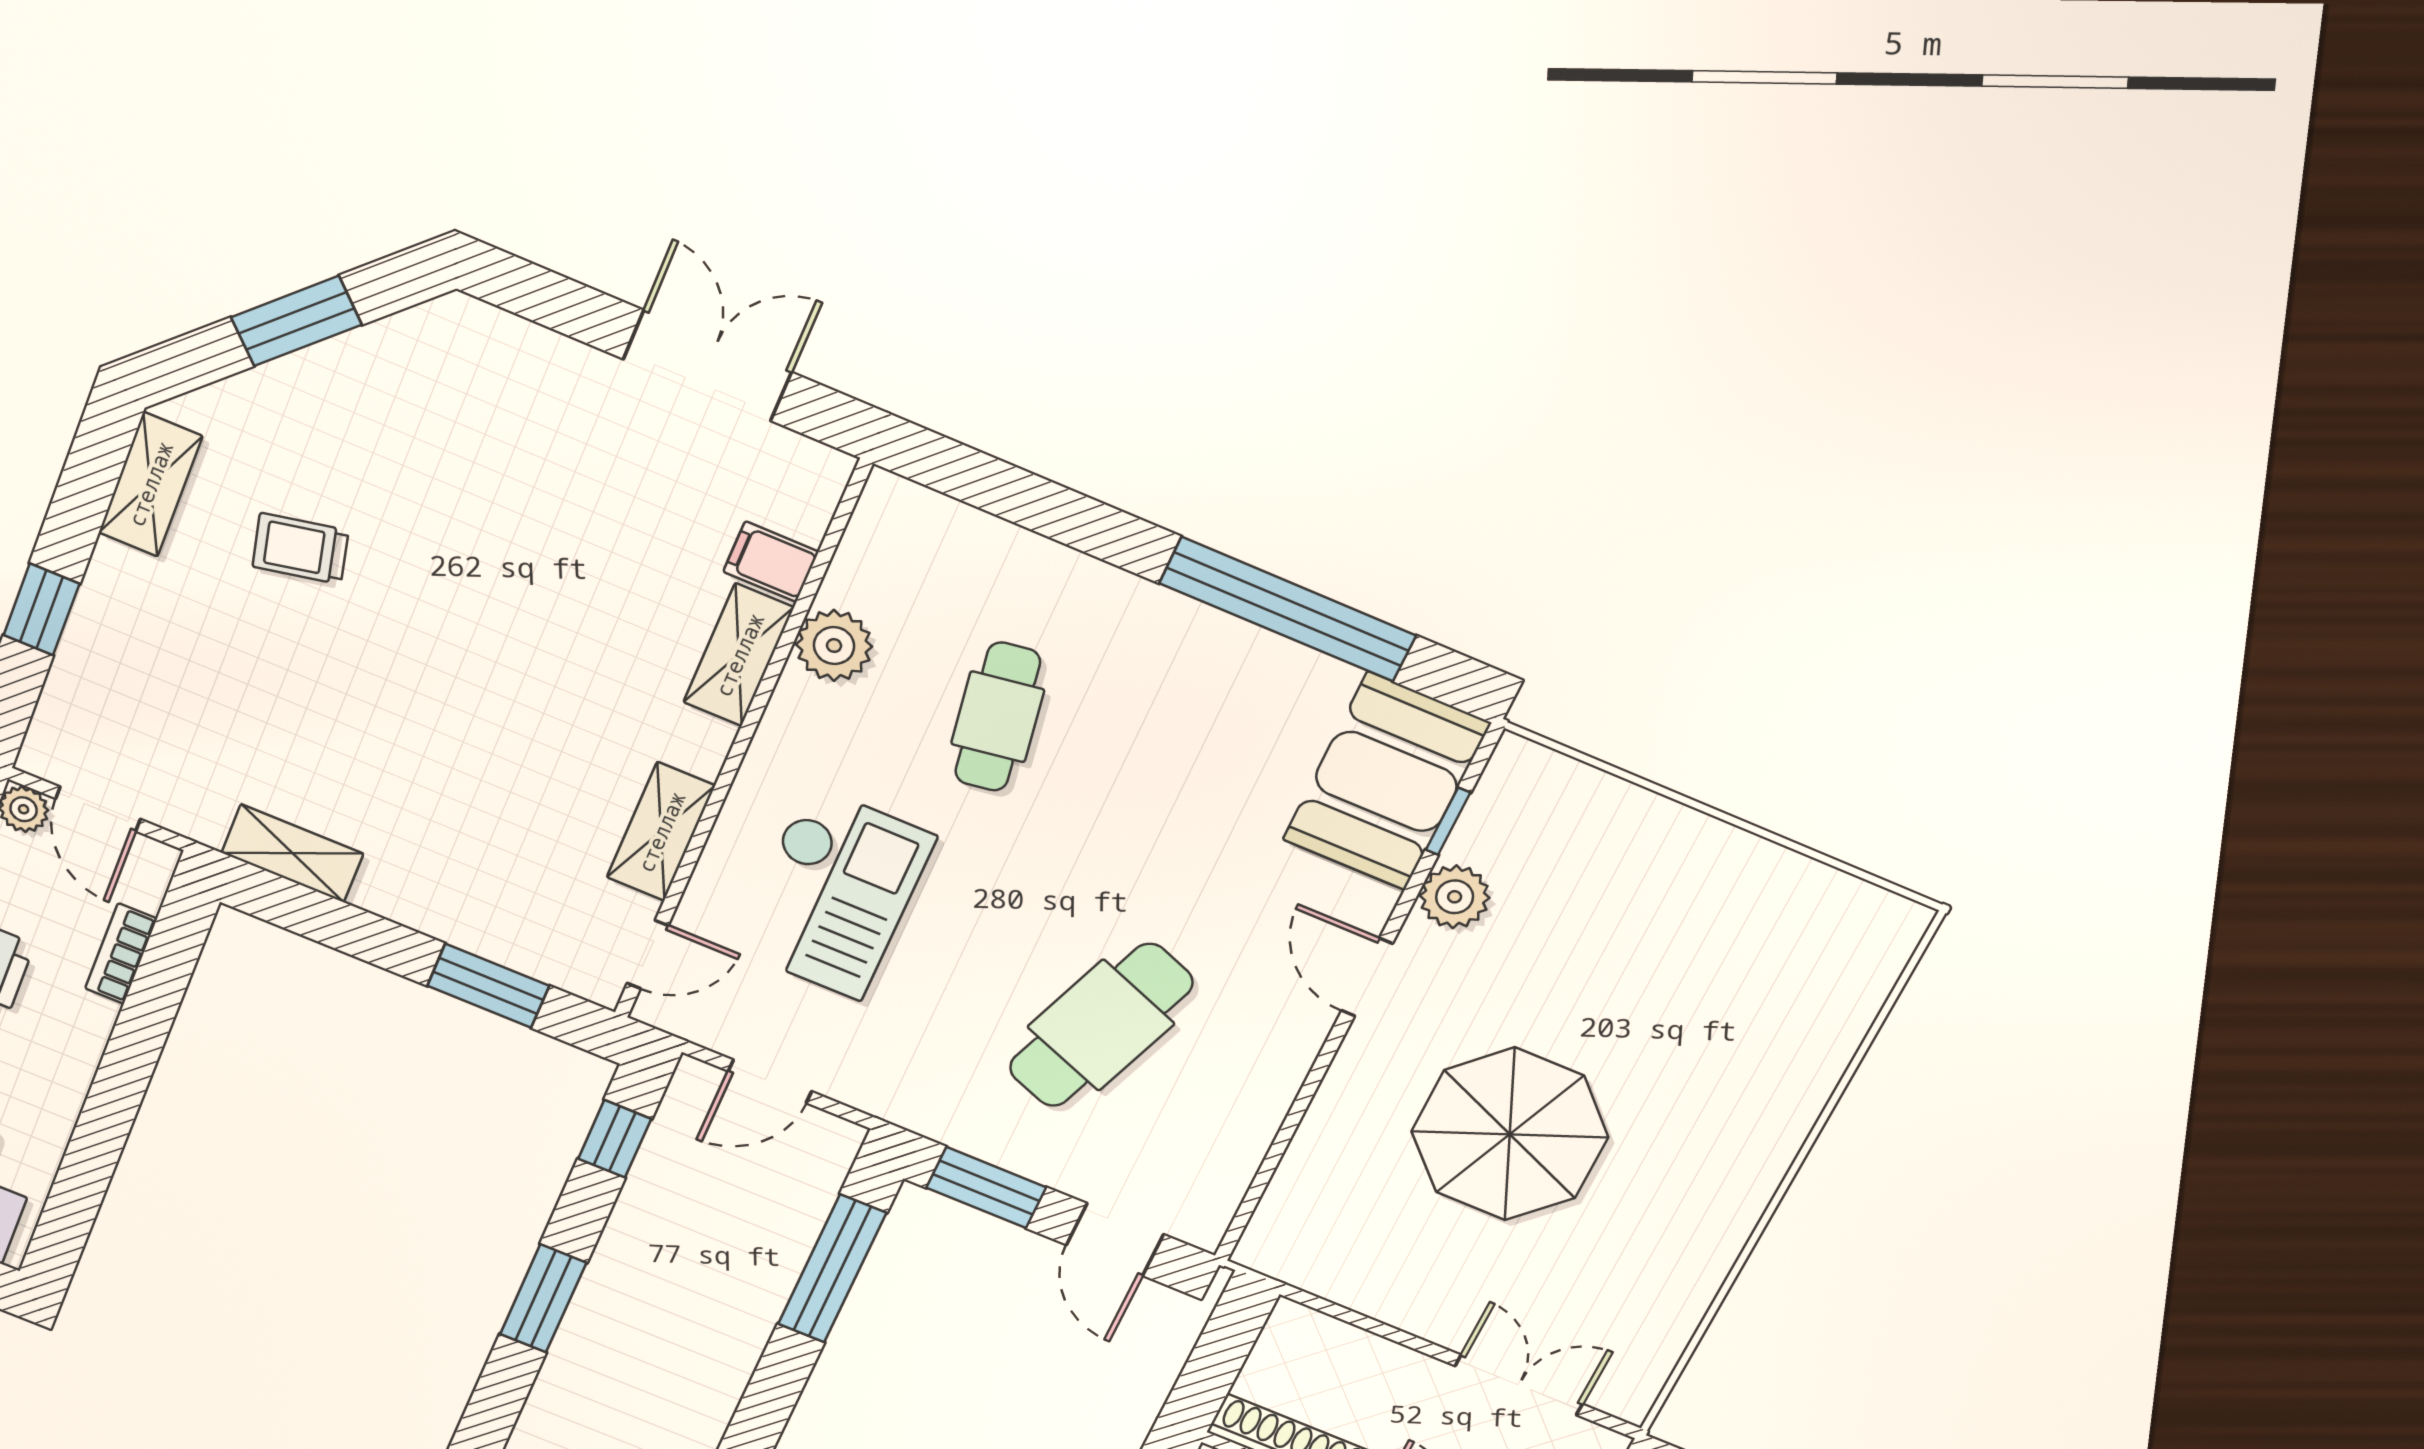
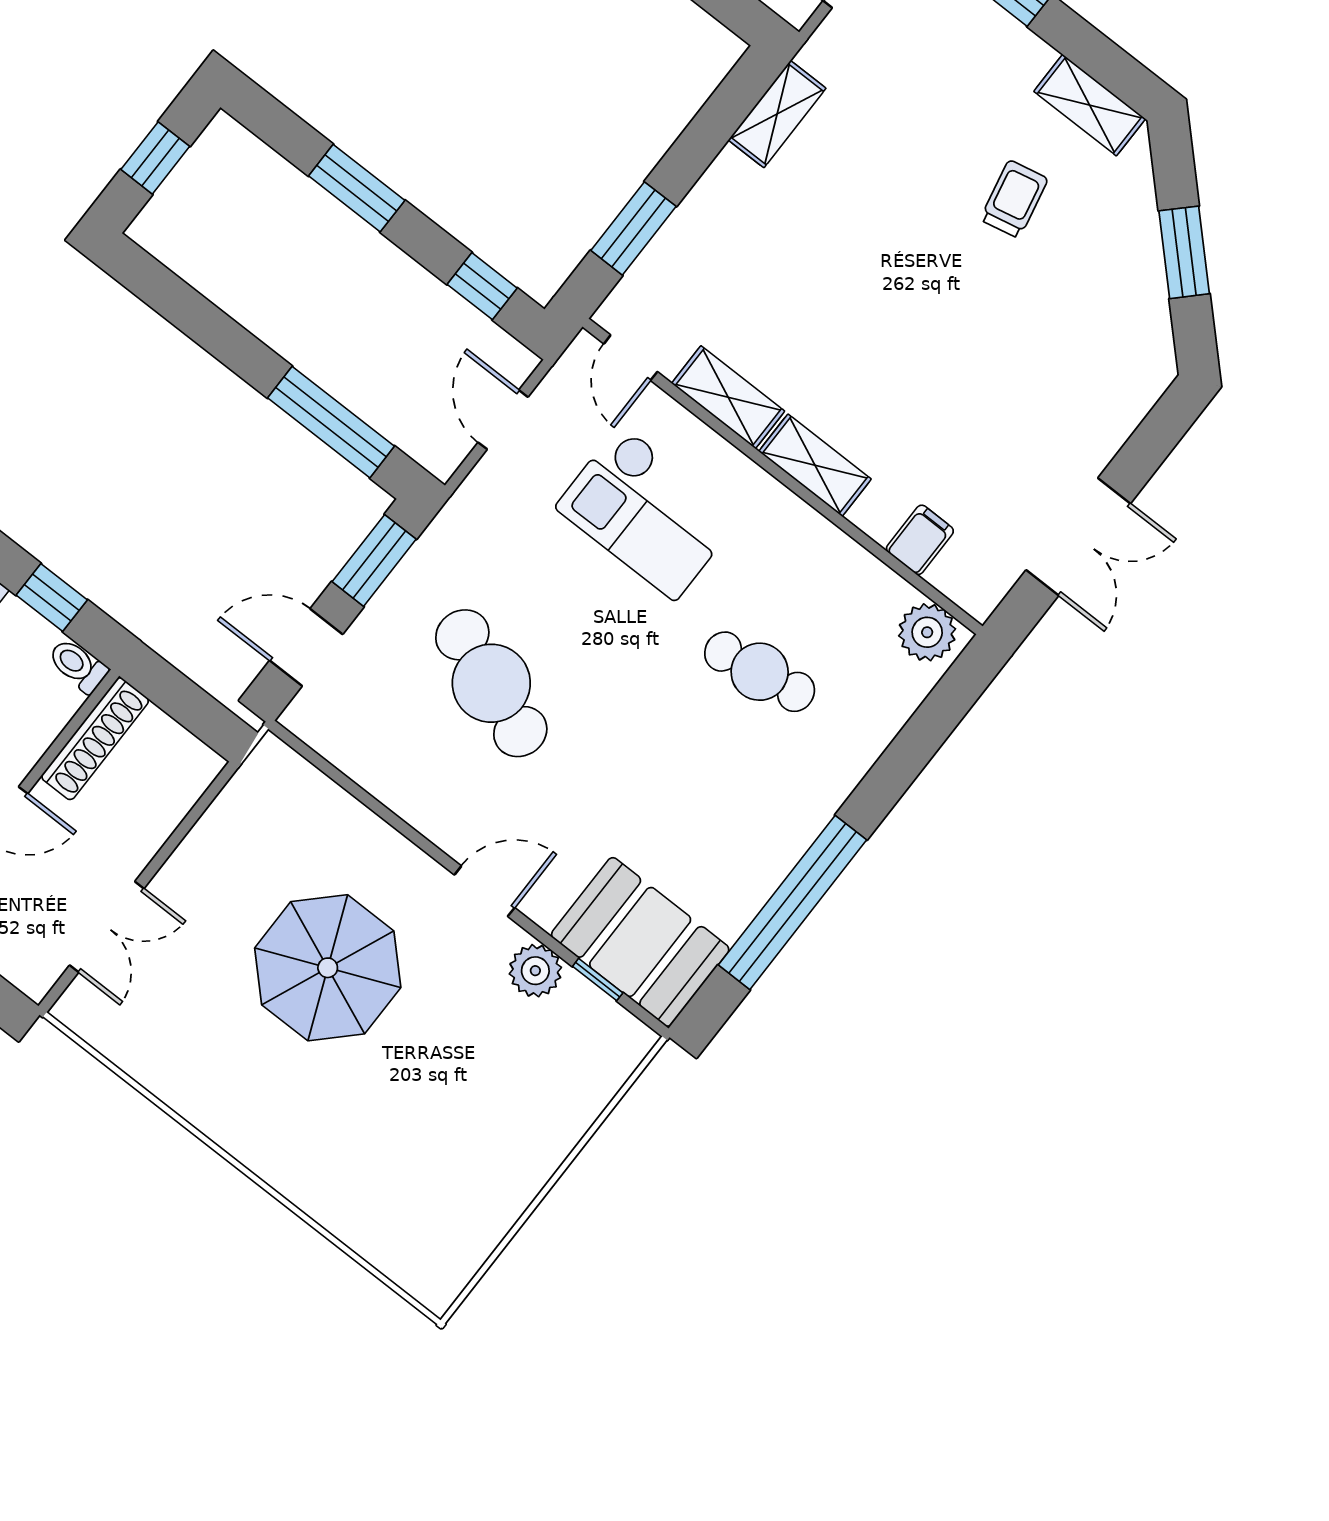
plant: (834, 646) -> (927, 632), moved
shelving: (739, 655) -> (815, 465), moved

